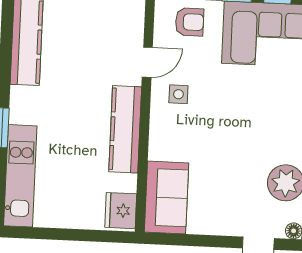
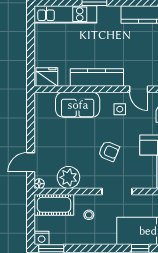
armchair: (246, 115) -> (109, 151), added
sofa: (166, 197) -> (78, 105), moved

